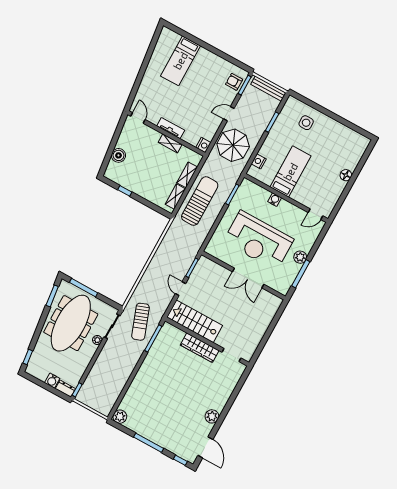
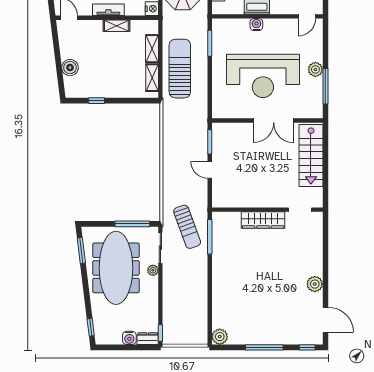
window: (84, 288) -> (132, 224), moved
stairs: (195, 321) -> (311, 156), moved, turned -90

